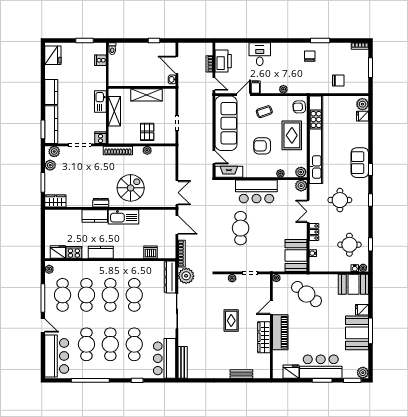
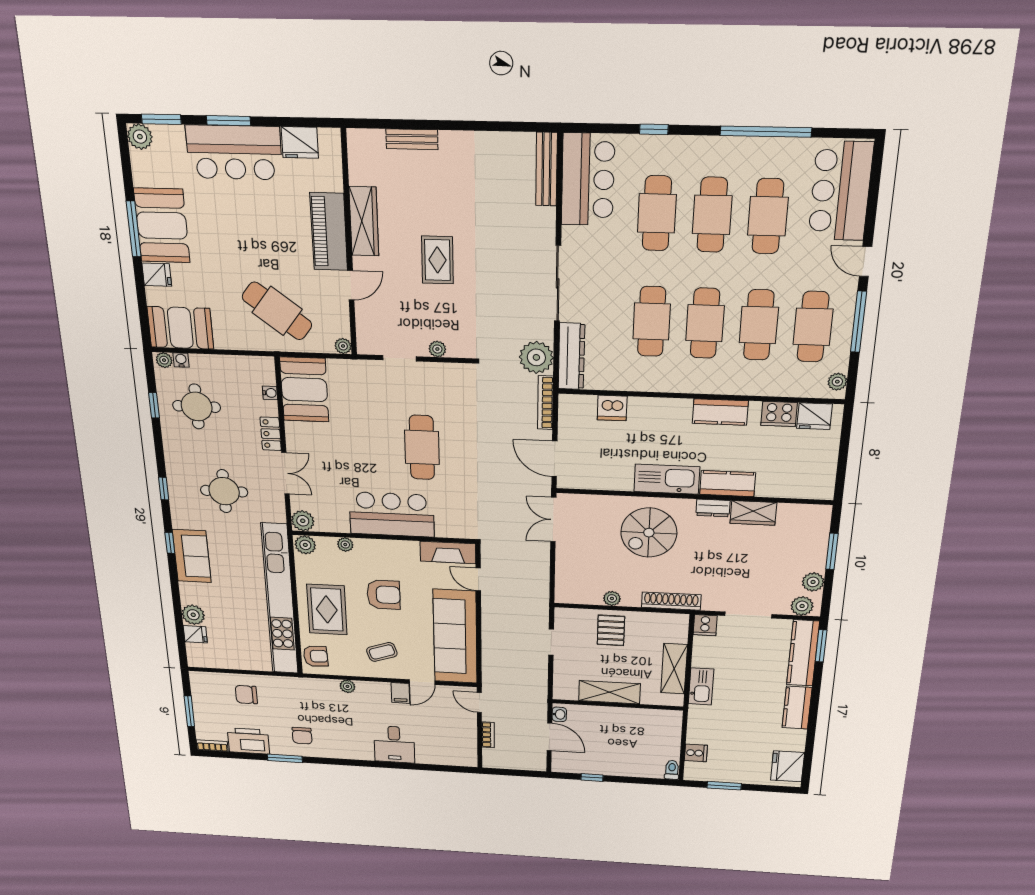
printer: (223, 61) -> (248, 741), moved, turned 90
plant: (362, 104) -> (193, 615), moved
wardrobe: (55, 201) -> (753, 513), moved

